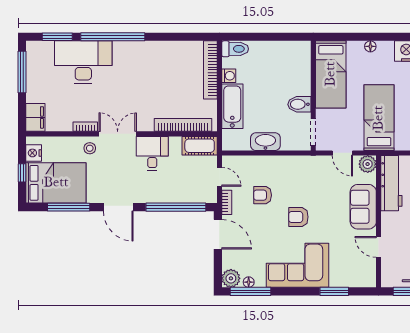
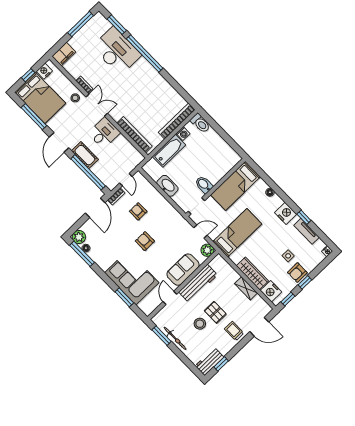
cot: (200, 146) -> (85, 155), moved
door: (342, 153) -> (200, 232), swing flipped
workbench: (391, 183) -> (198, 283), moved
corner sofa: (298, 265) -> (132, 278), moved

